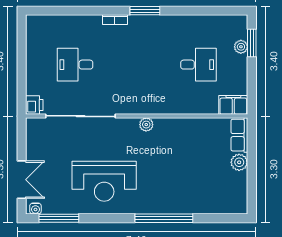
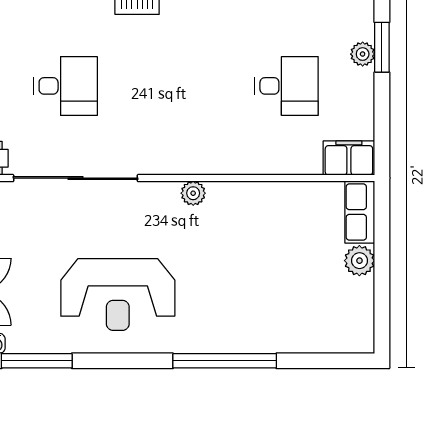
desk: (75, 65) -> (66, 86), turned 180

